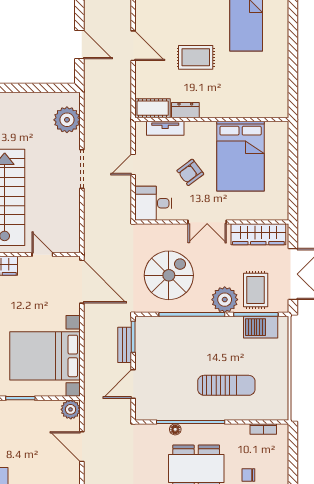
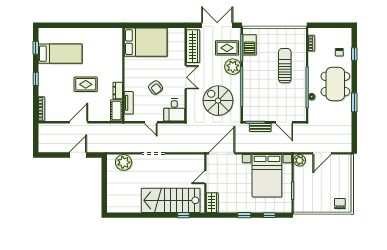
rug: (196, 57) -> (86, 84), turned 90
bed: (241, 156) -> (146, 42), moved

